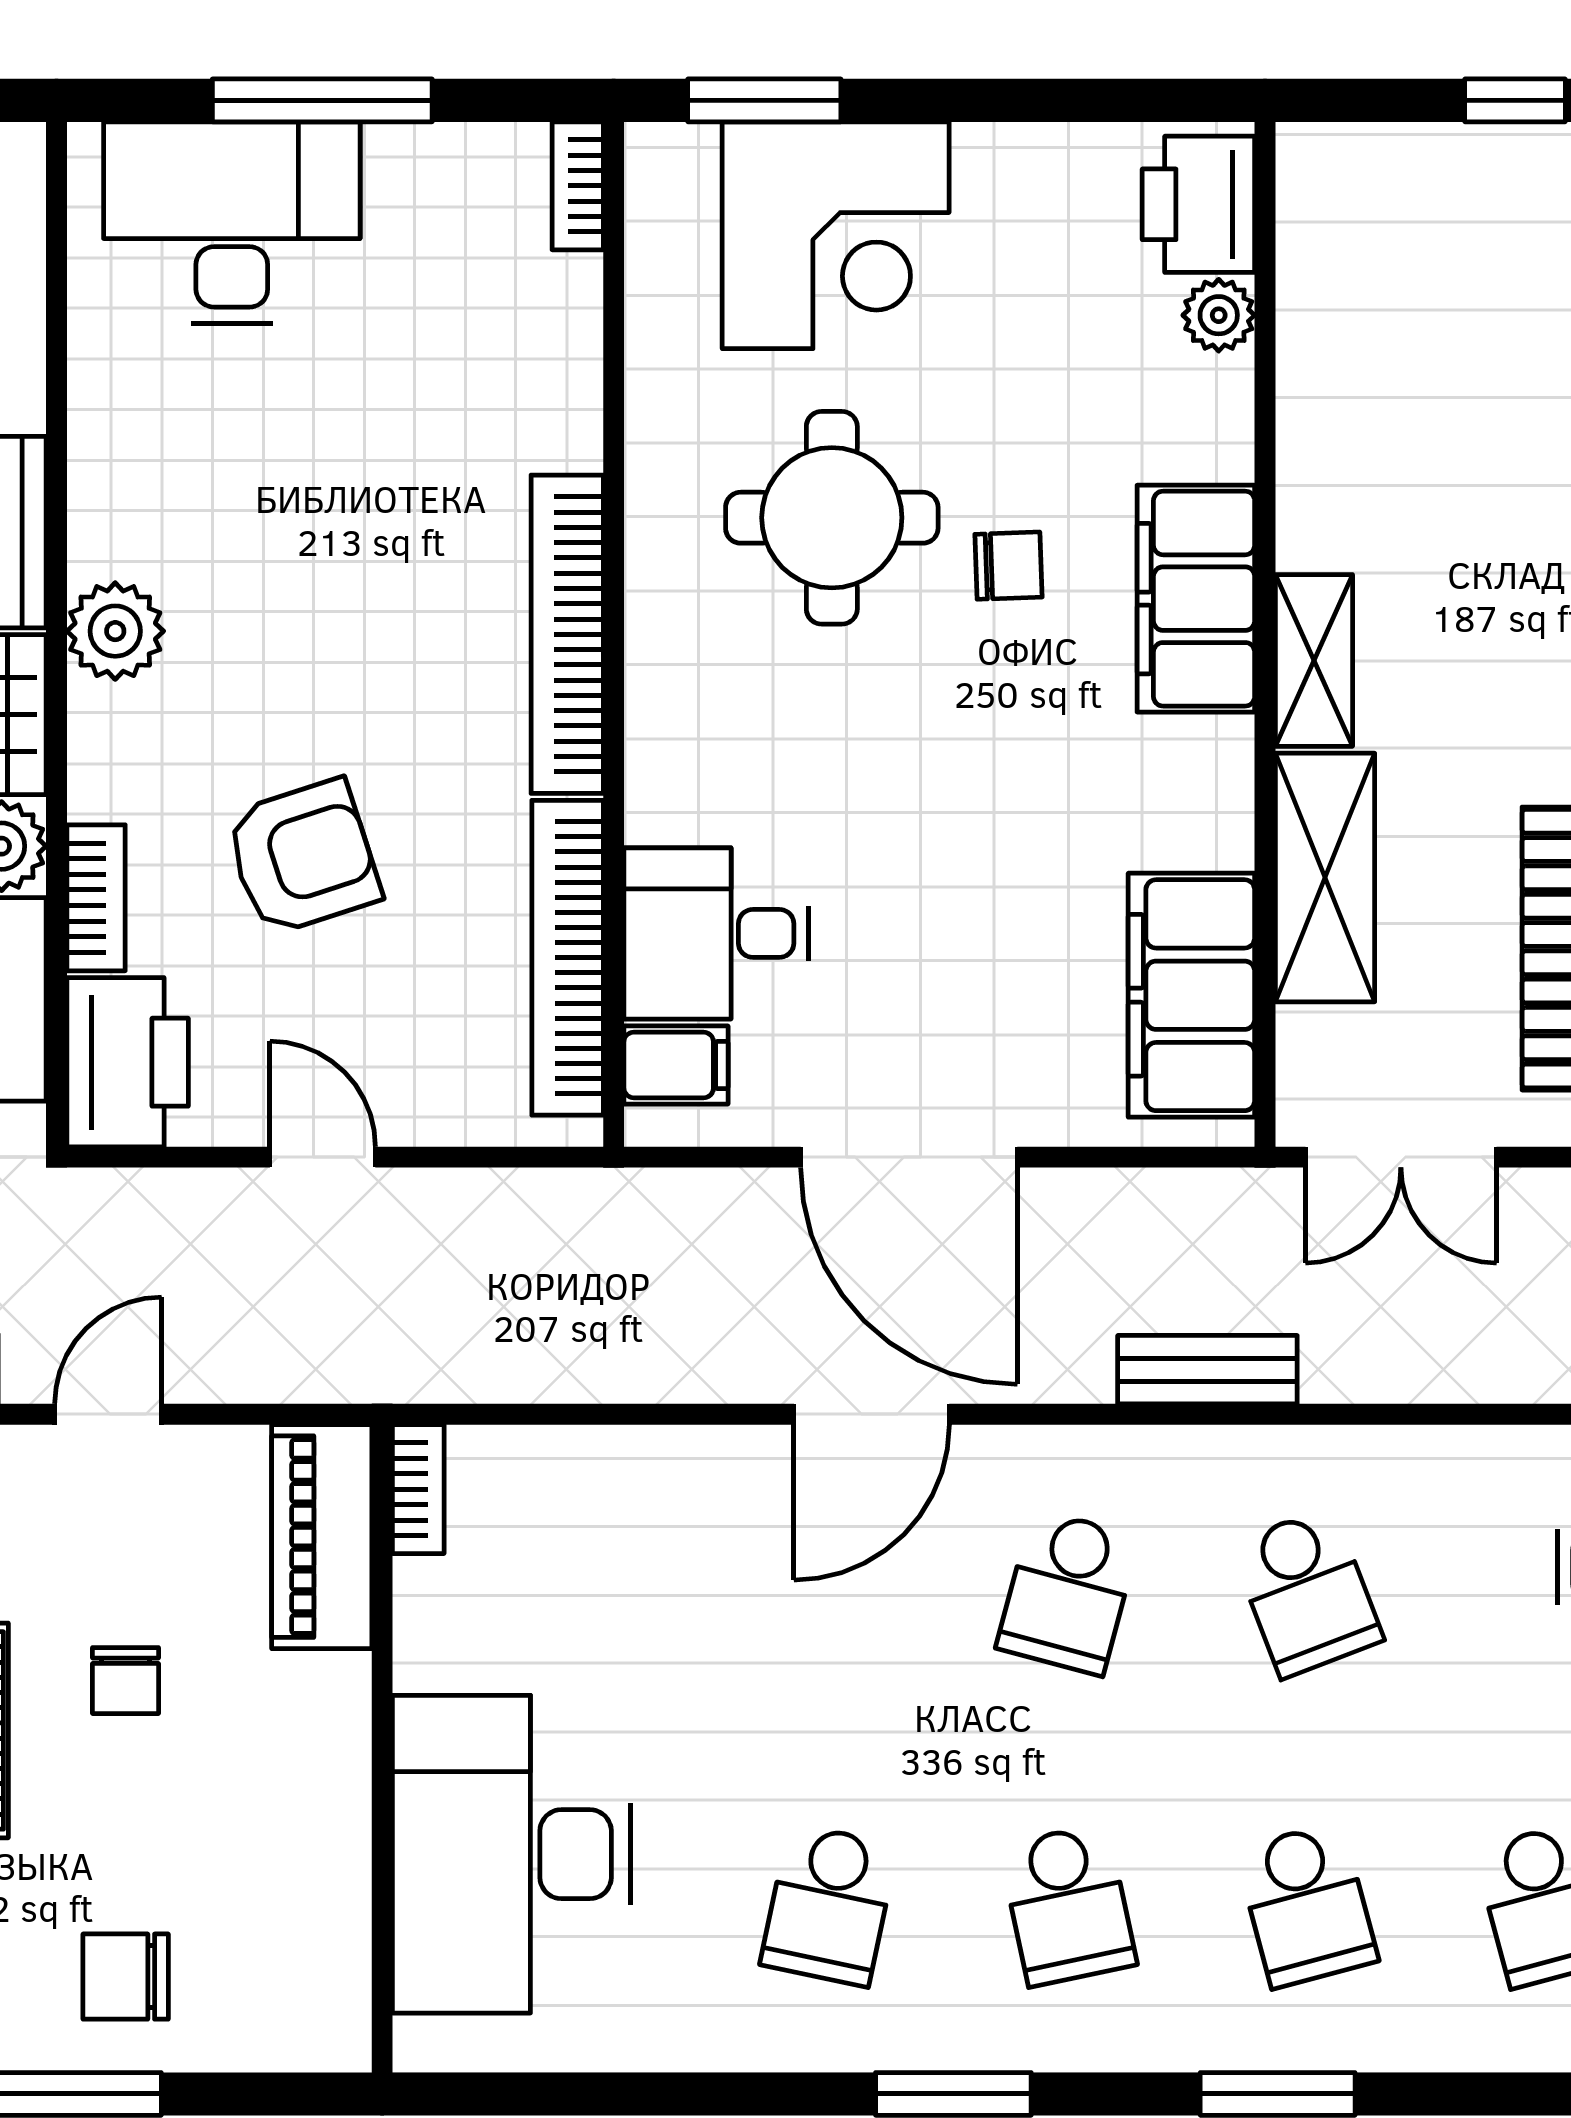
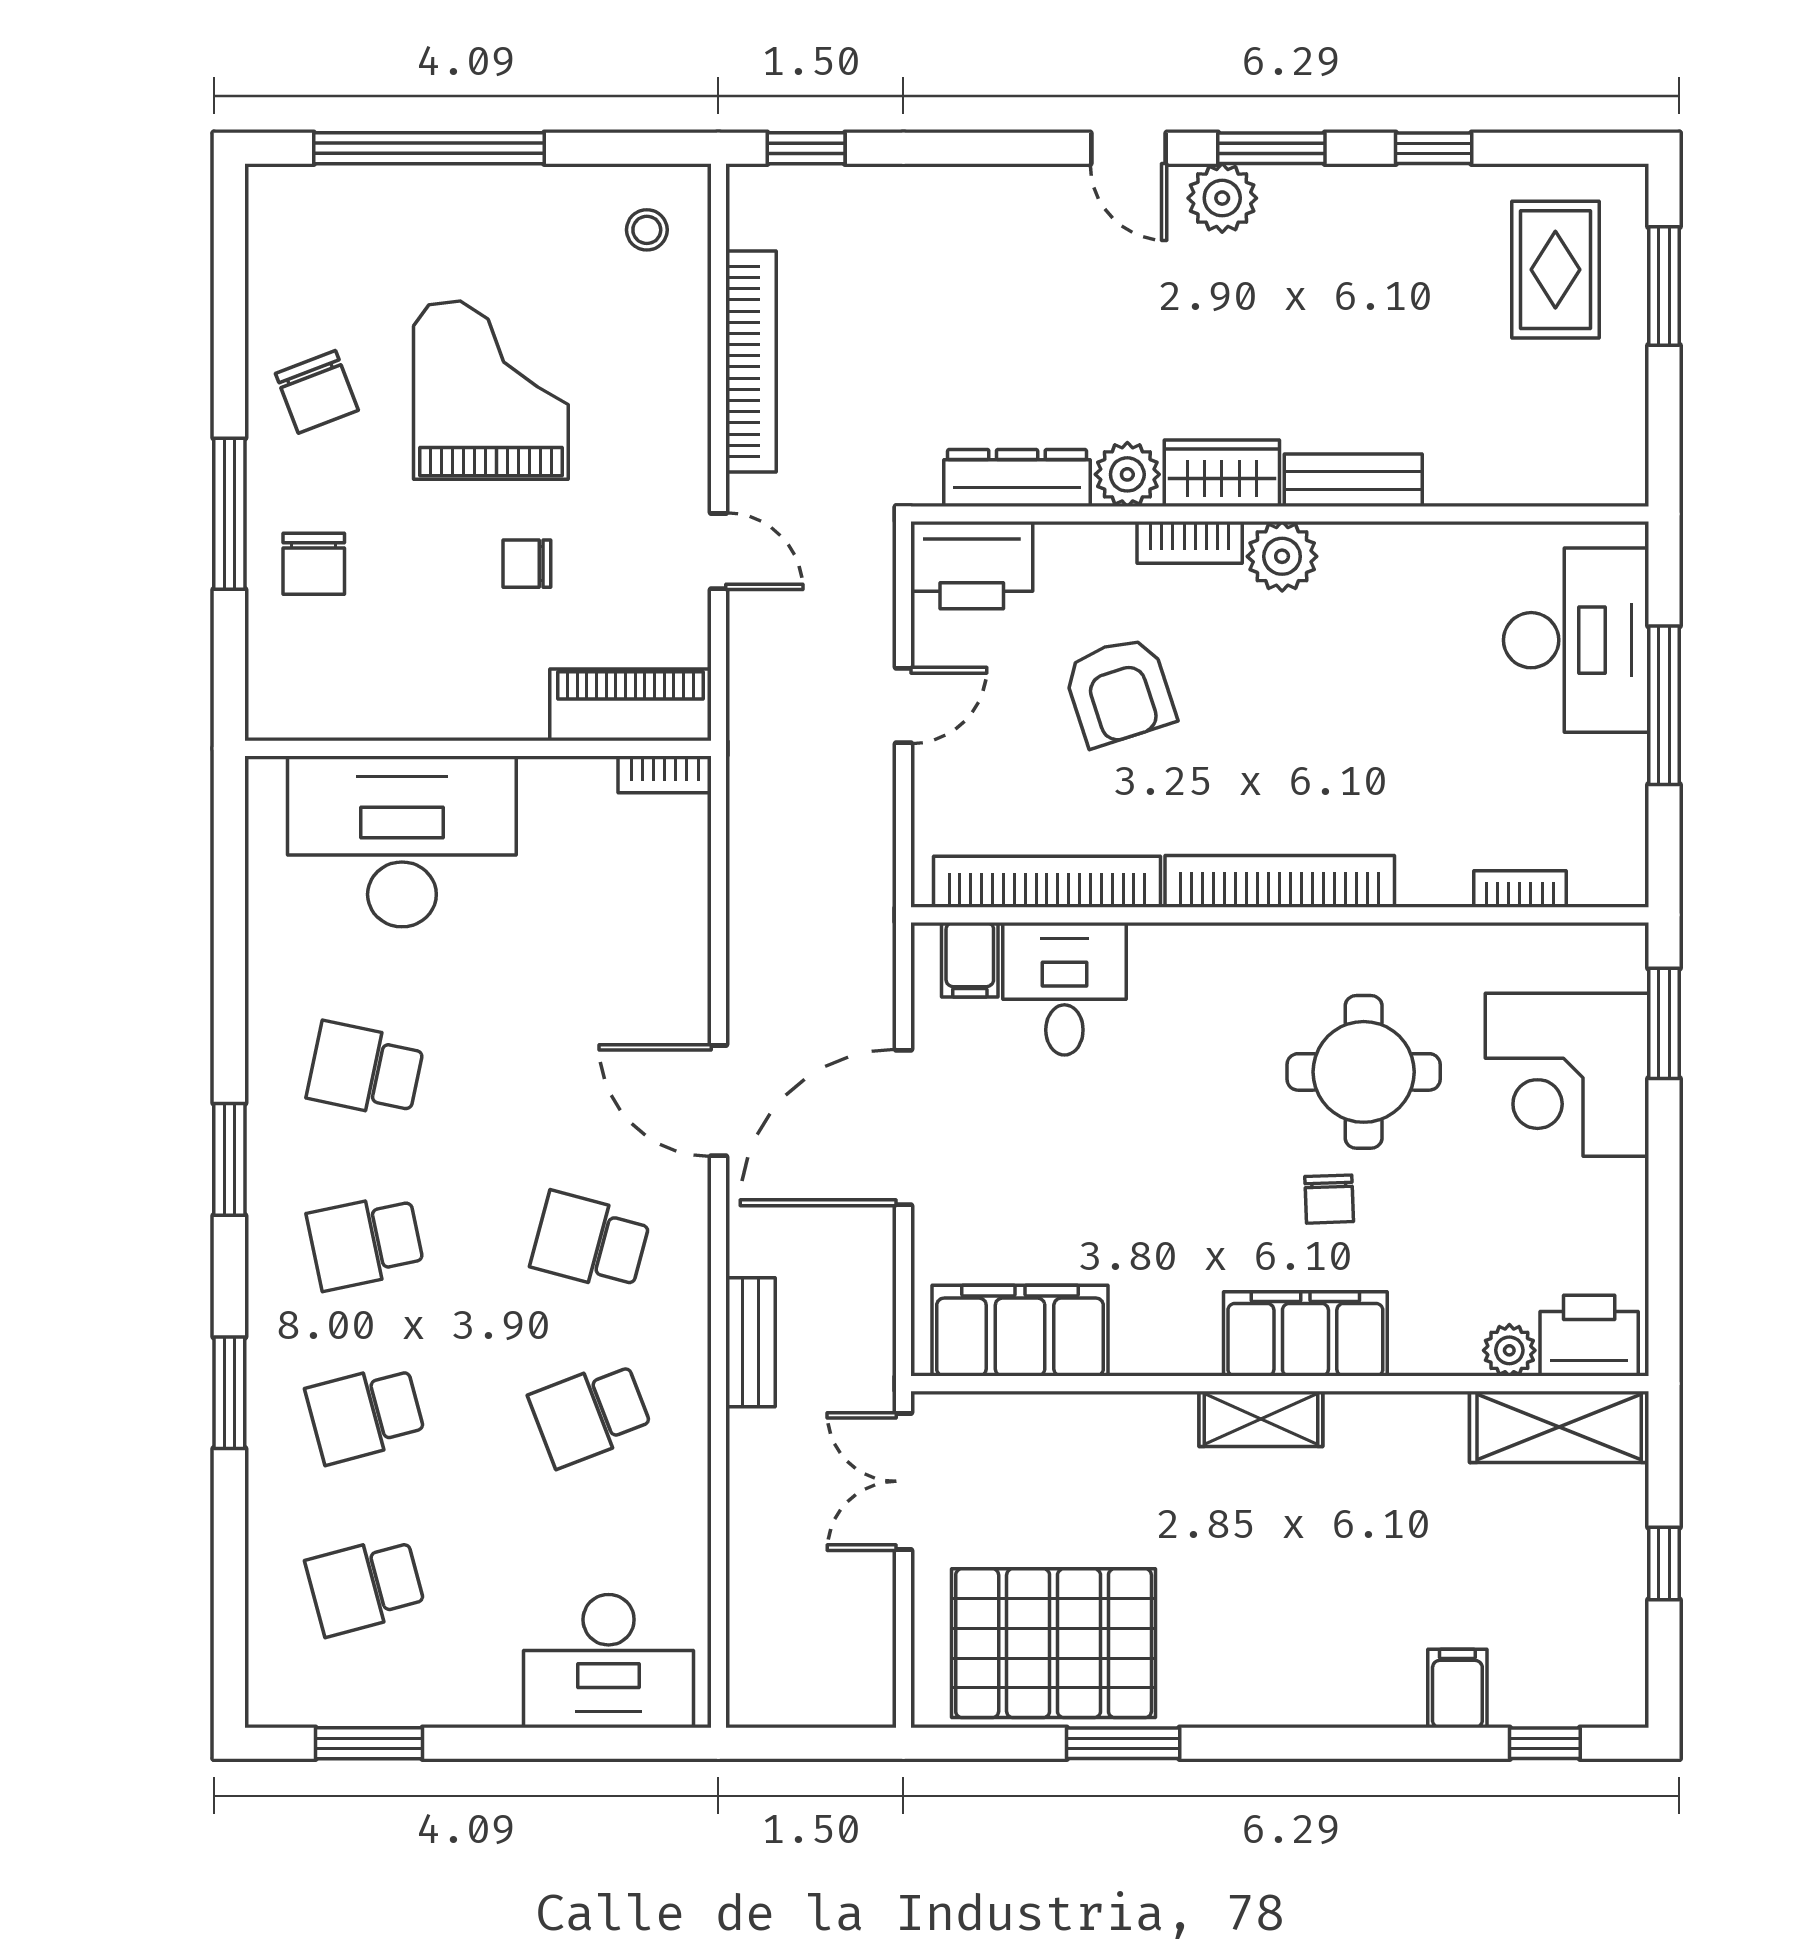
bookcase: (578, 186) -> (1520, 889), moved
shelving: (1325, 878) -> (1559, 1427), moved
bookcase: (96, 898) -> (1190, 542), moved
chair: (126, 1977) -> (314, 564), turned 180

